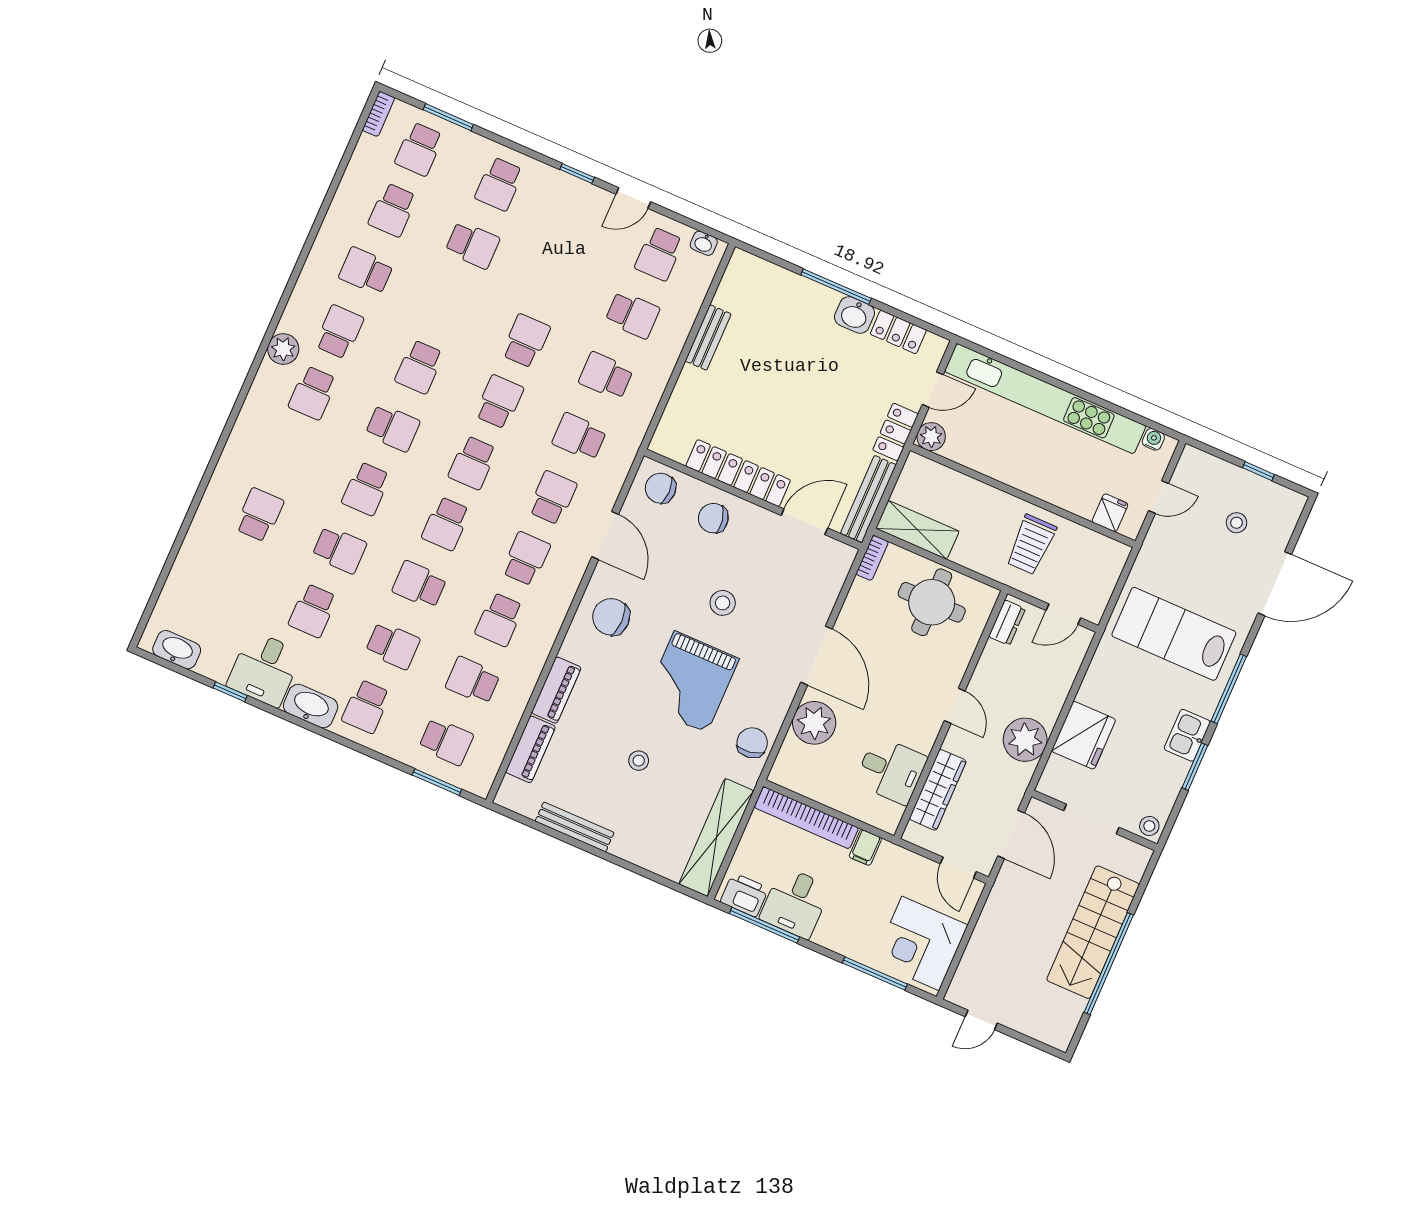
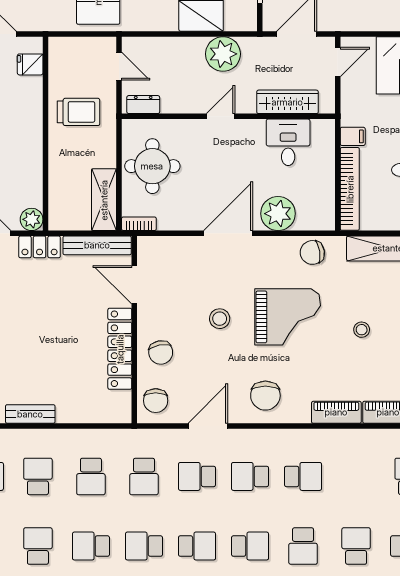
school desk: (473, 681) -> (38, 546), moved, turned 180

